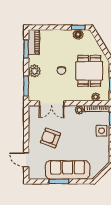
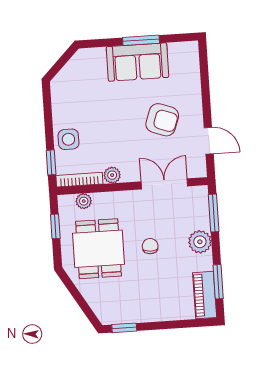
floor lamp: (78, 34) -> (124, 315), removed
door: (26, 160) -> (209, 141), moved
sofa: (68, 170) -> (138, 62), width x0.73

